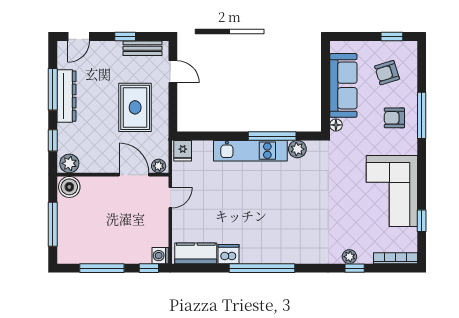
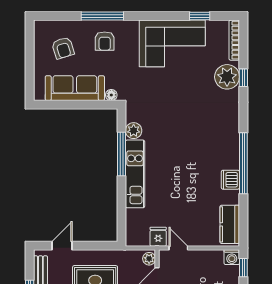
window: (392, 37) -> (30, 43), removed
fridge: (183, 151) -> (158, 237), moved, turned -90
dishwasher: (228, 254) -> (230, 180), moved
plant: (349, 257) -> (227, 77), width x1.88, depth x1.88

